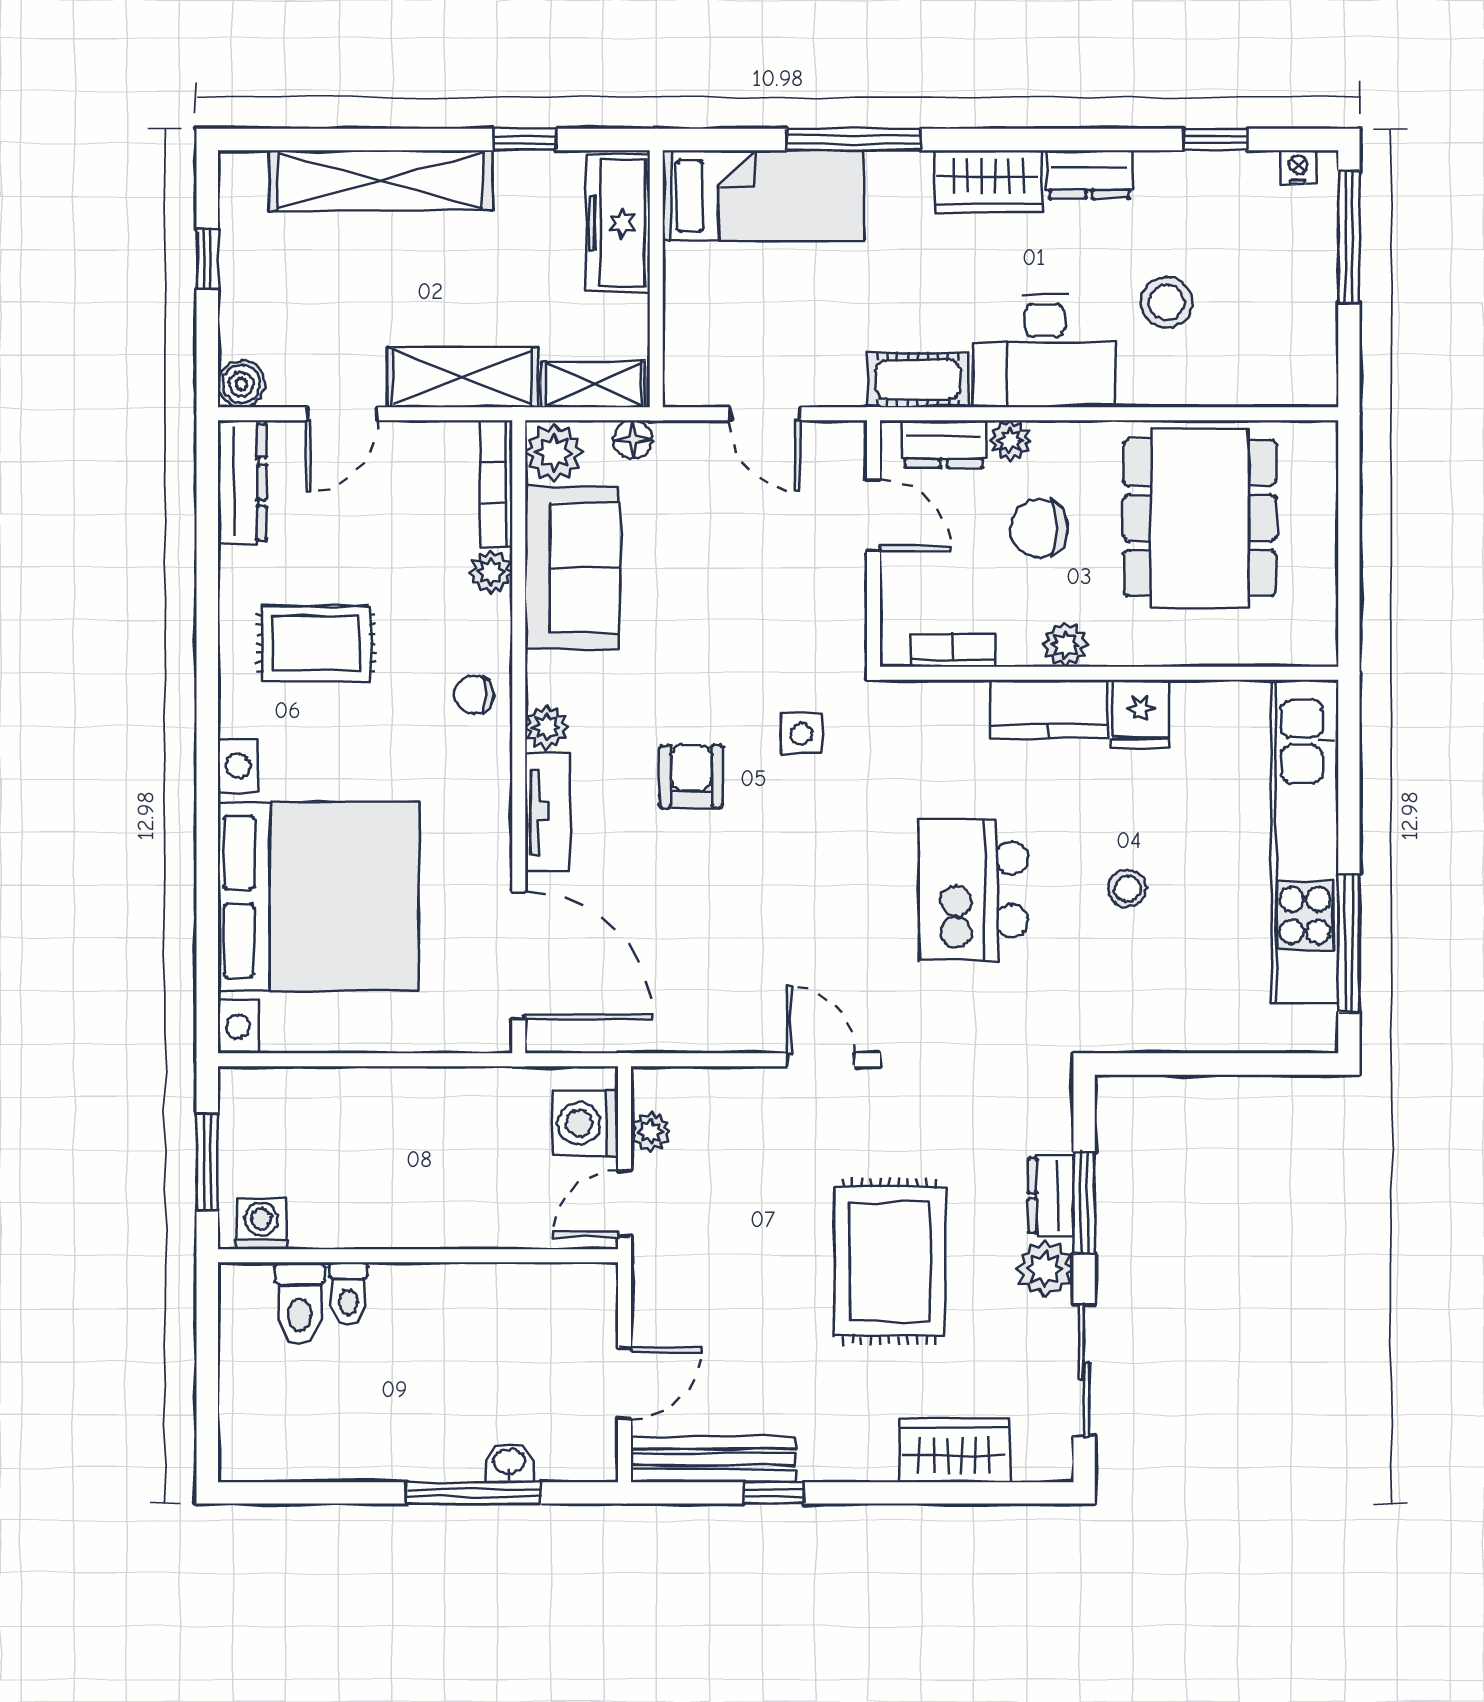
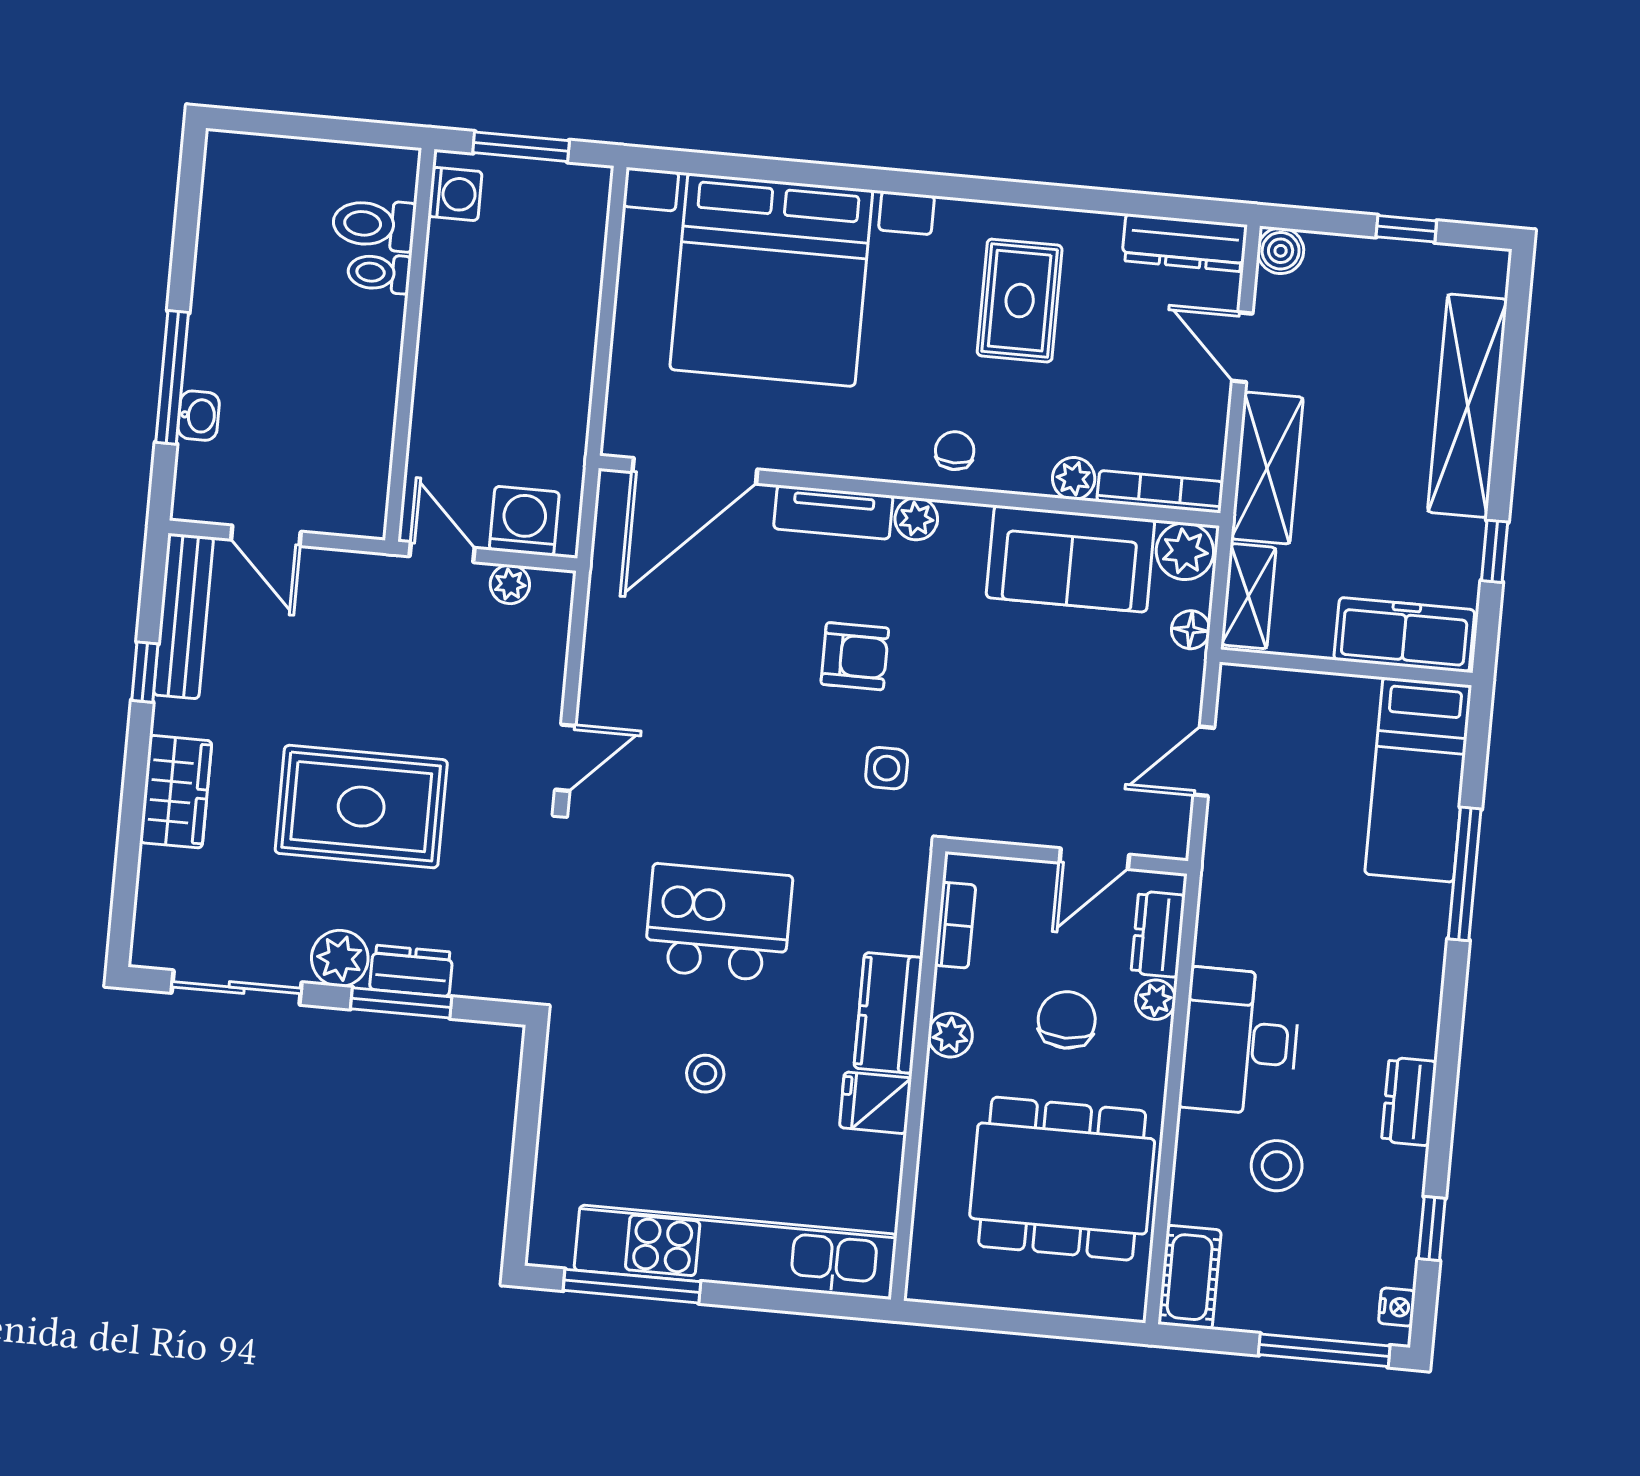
wardrobe: (988, 181) -> (1412, 1002), removed
cot: (918, 380) -> (1190, 1277), moved
wardrobe: (954, 1450) -> (176, 792), moved

